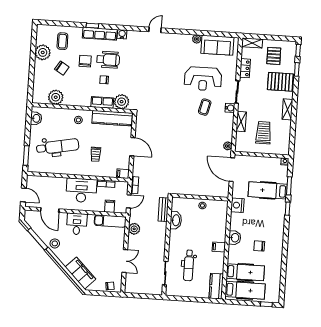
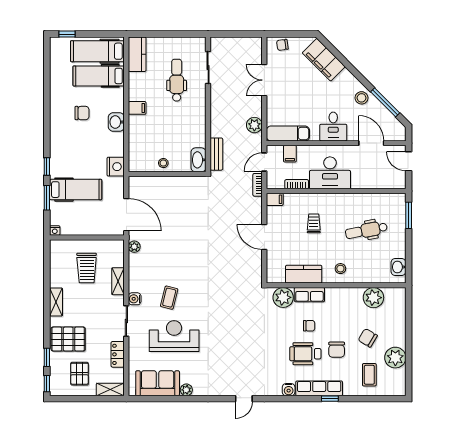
kitchen counter: (112, 118) -> (304, 274), width x0.67
dental chair: (58, 147) -> (366, 230), width x0.73, depth x0.72
washbasin: (176, 220) -> (198, 160), moved

